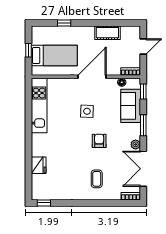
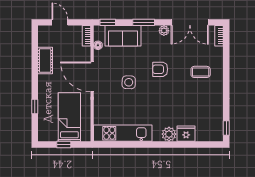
plant: (38, 149) -> (169, 134), added

